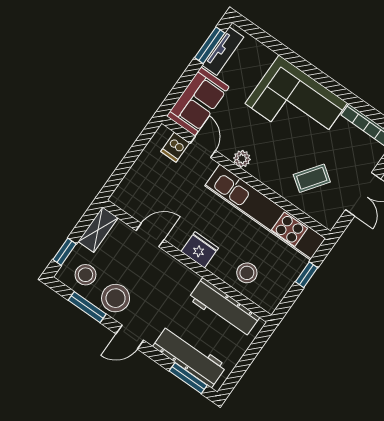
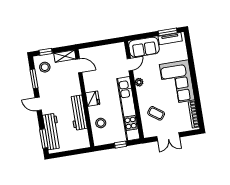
dishwasher: (175, 147) -> (120, 55), removed
door: (150, 235) -> (79, 66), moved
stool: (116, 298) -> (47, 86), removed
workbench: (224, 308) -> (78, 113), moved

